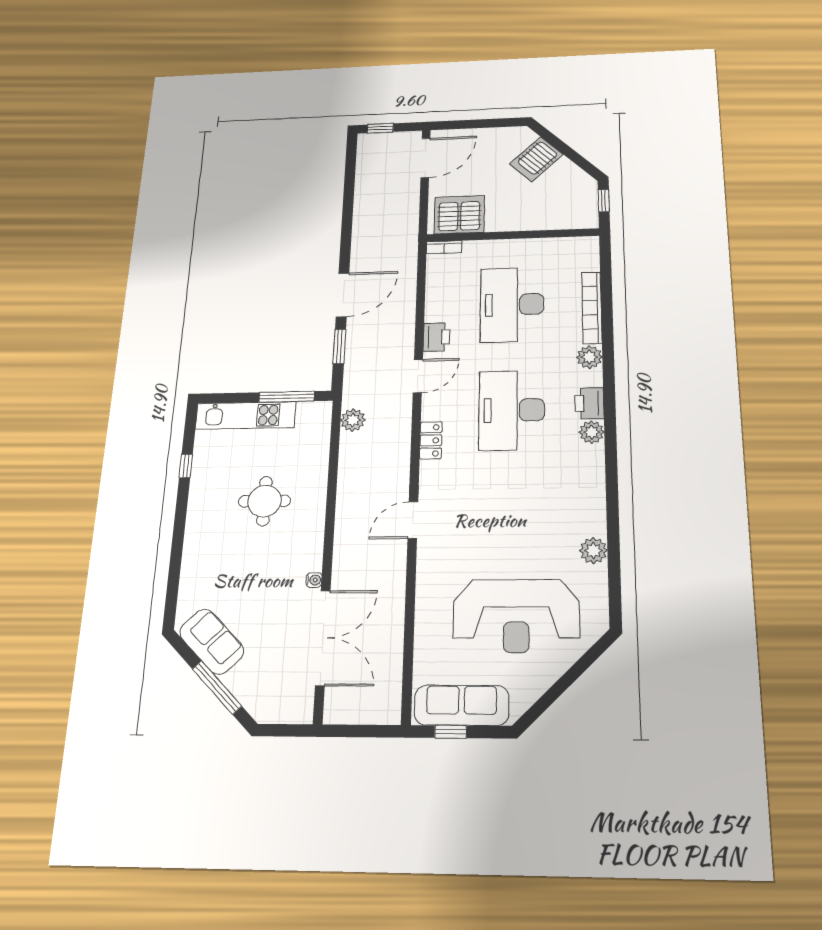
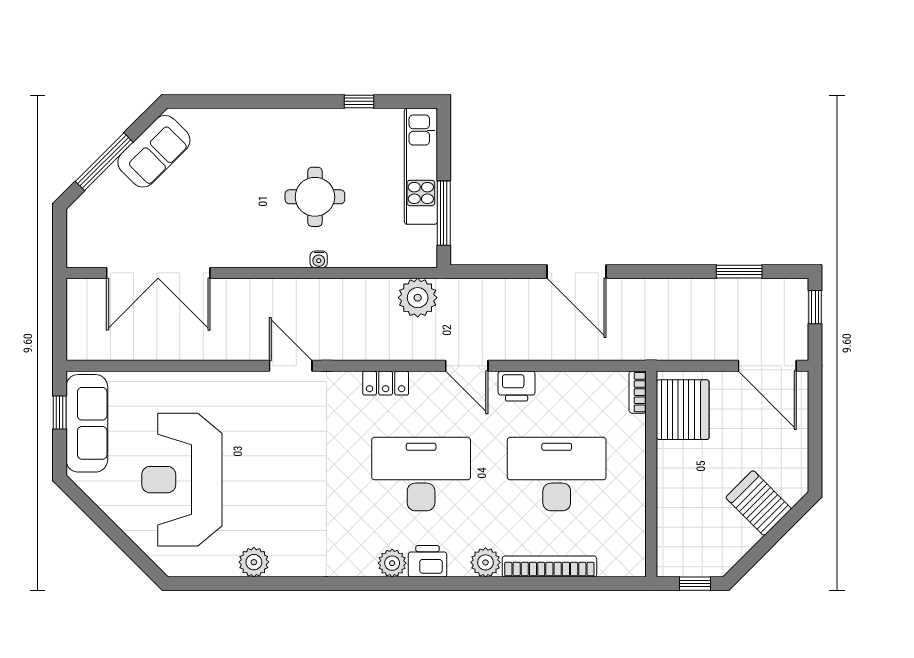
window: (339, 346) -> (739, 272), moved
plant: (353, 420) -> (418, 298), width x1.36, depth x1.36
water cooler: (314, 580) -> (319, 259), moved

